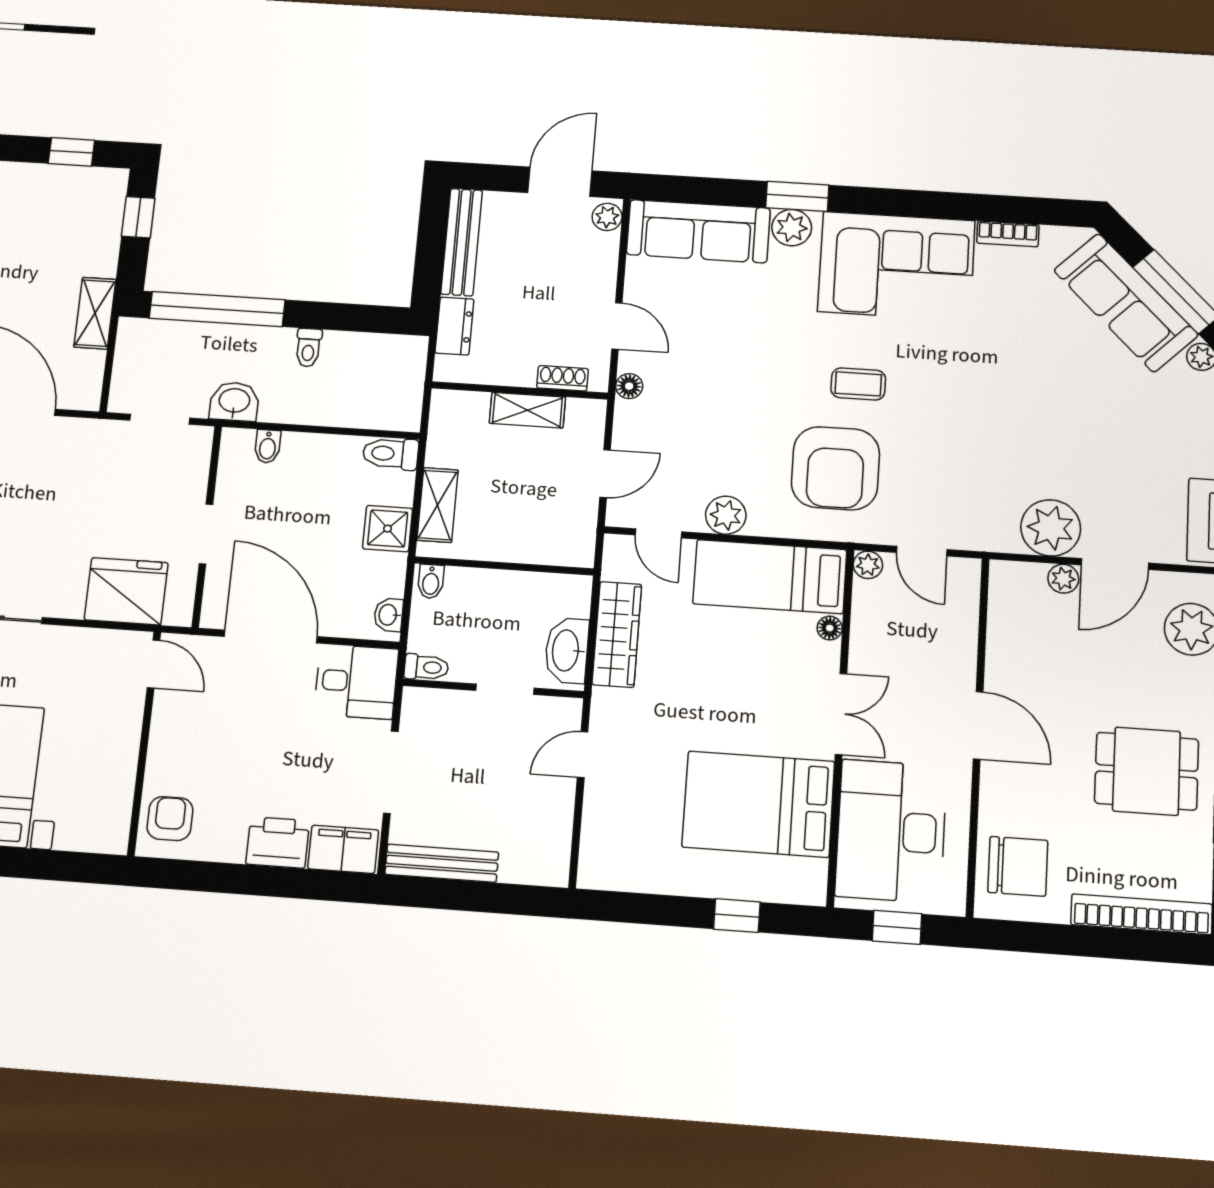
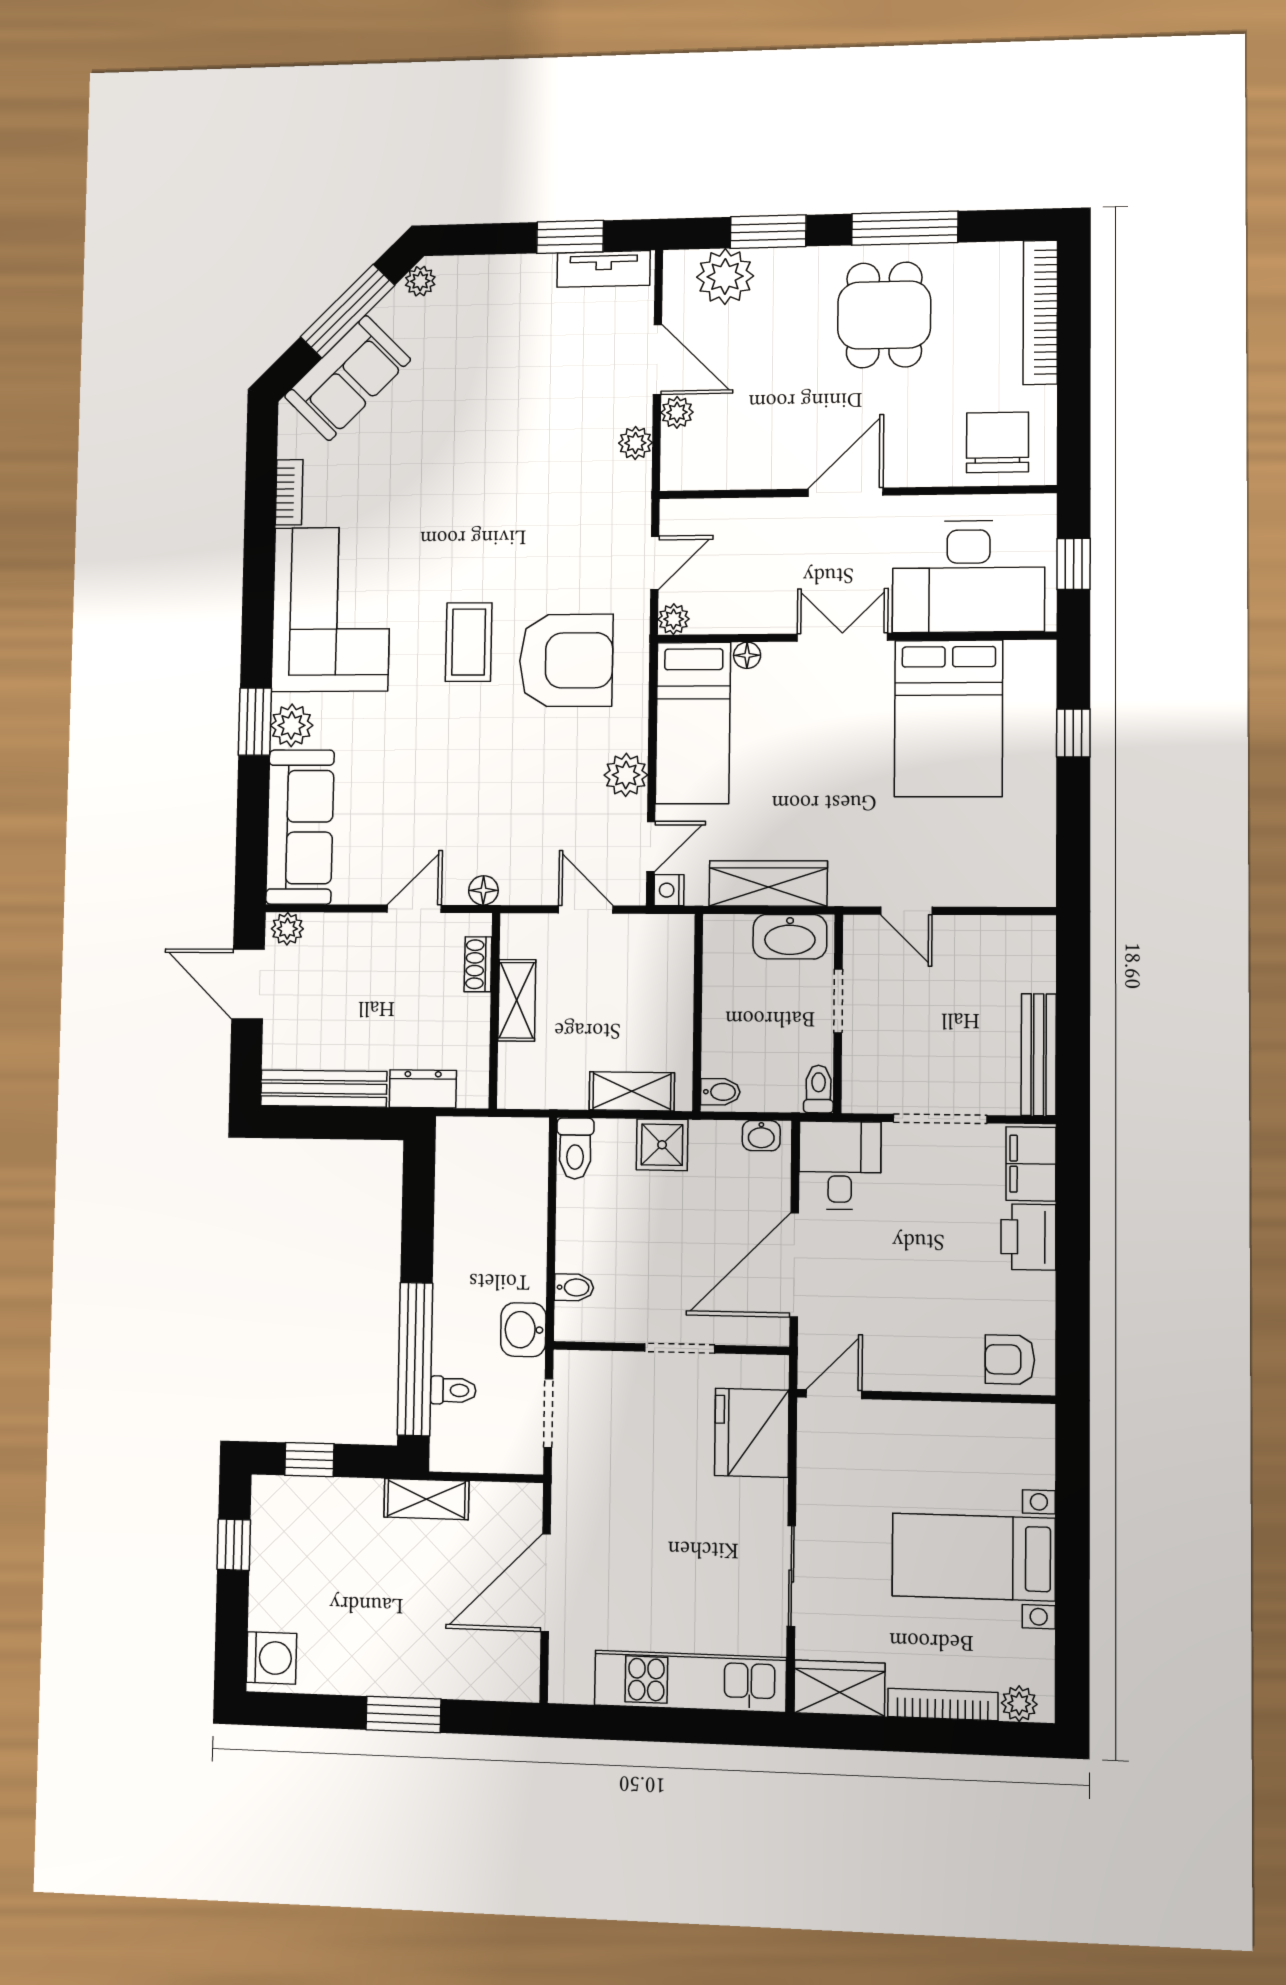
sofa: (1126, 303) -> (347, 378), width x0.73
toilet: (308, 348) -> (453, 1390), moved
coffee table: (858, 384) -> (469, 642), width x1.36, depth x1.30
plant: (1051, 528) -> (635, 443), width x0.53, depth x0.53
nightstand: (617, 547) -> (669, 890), added

